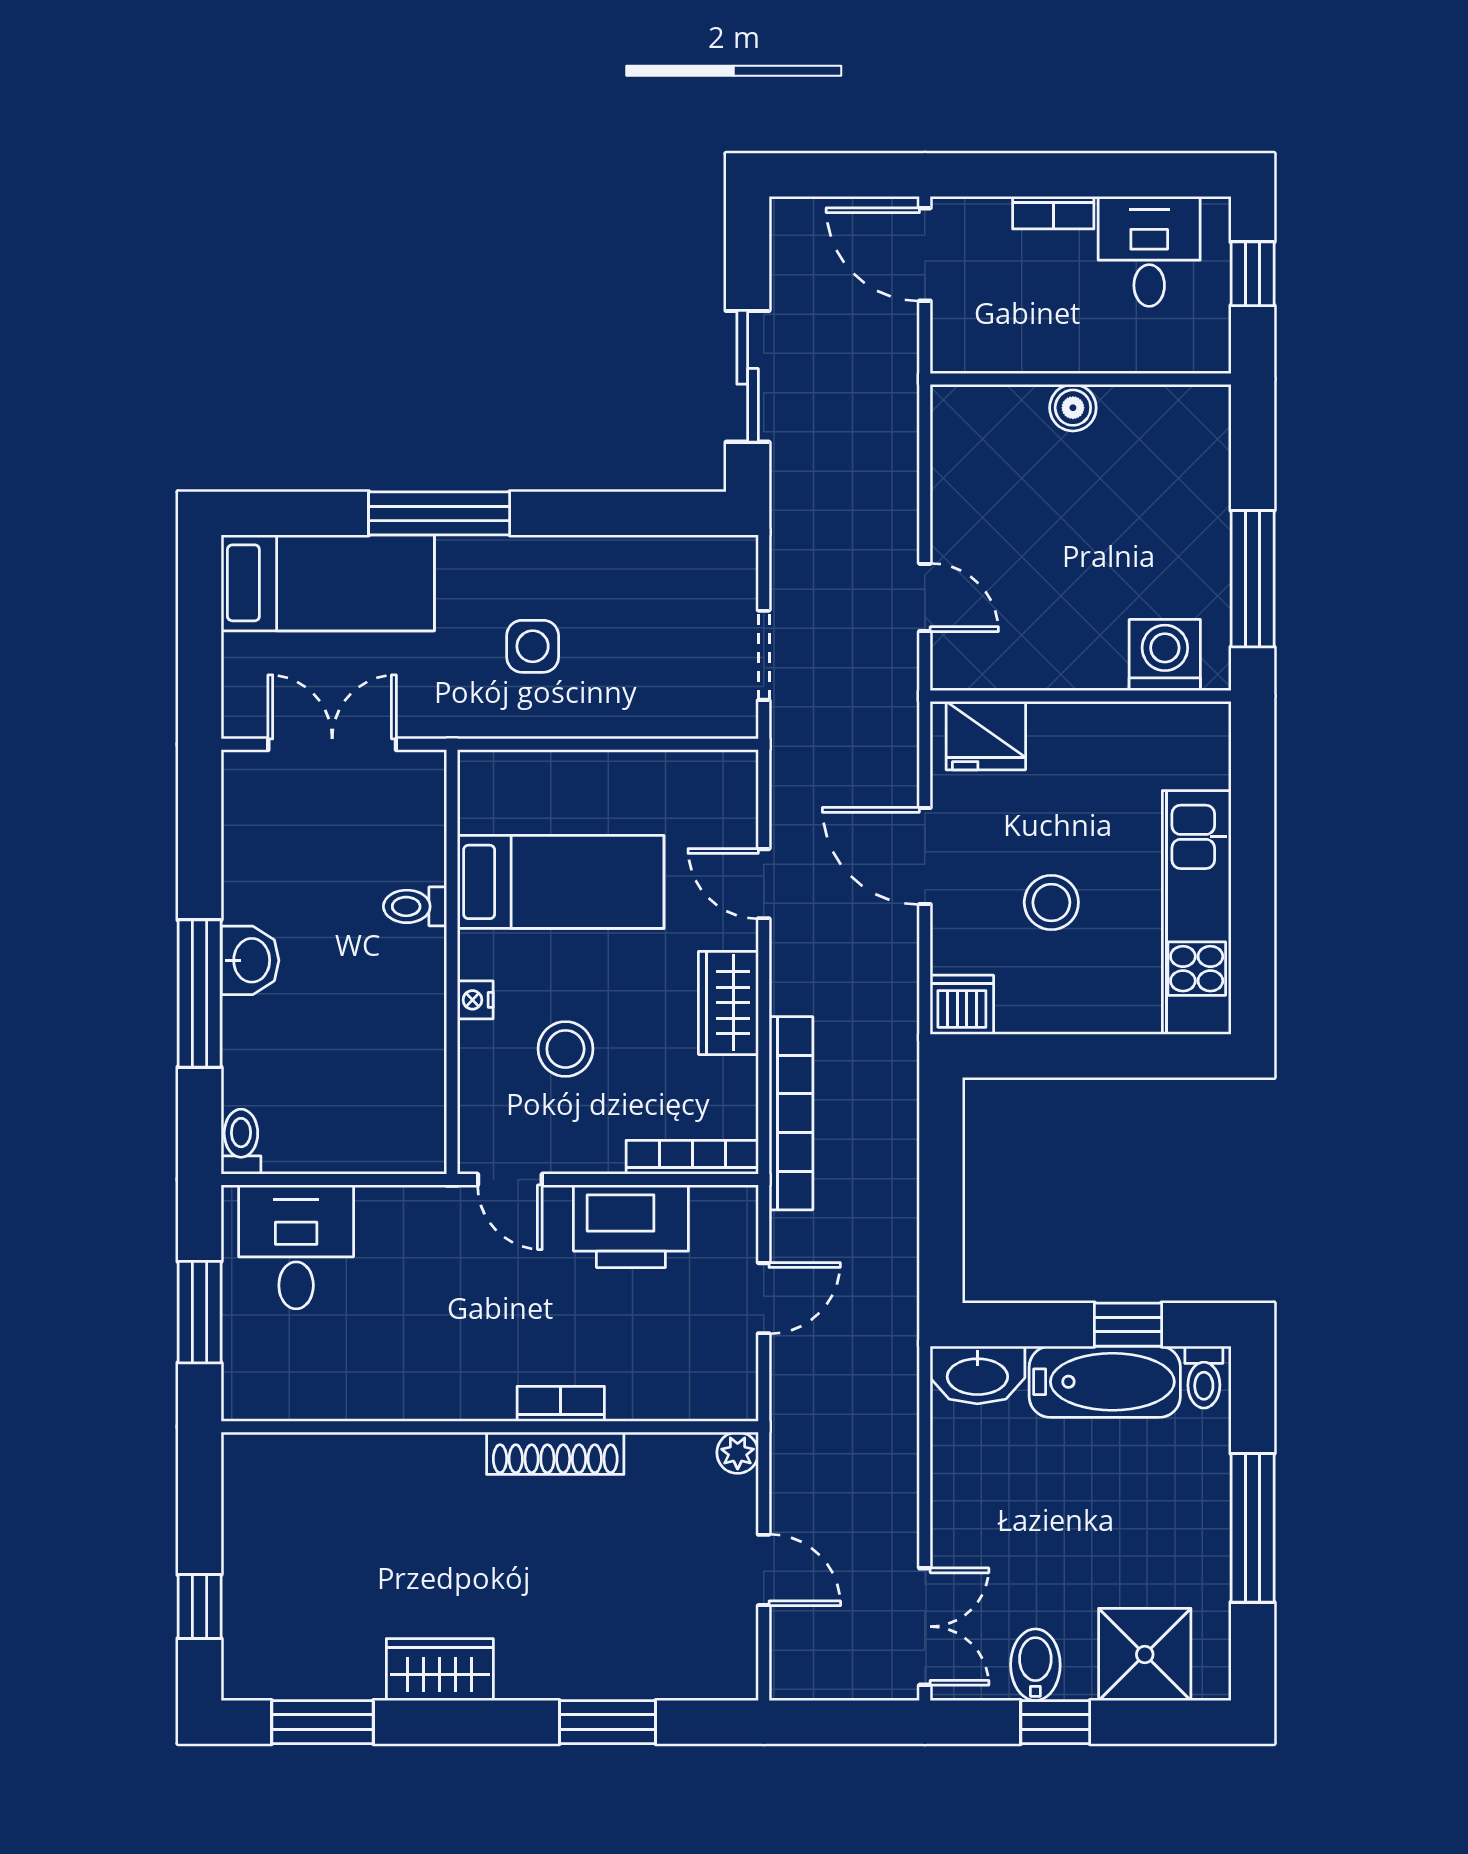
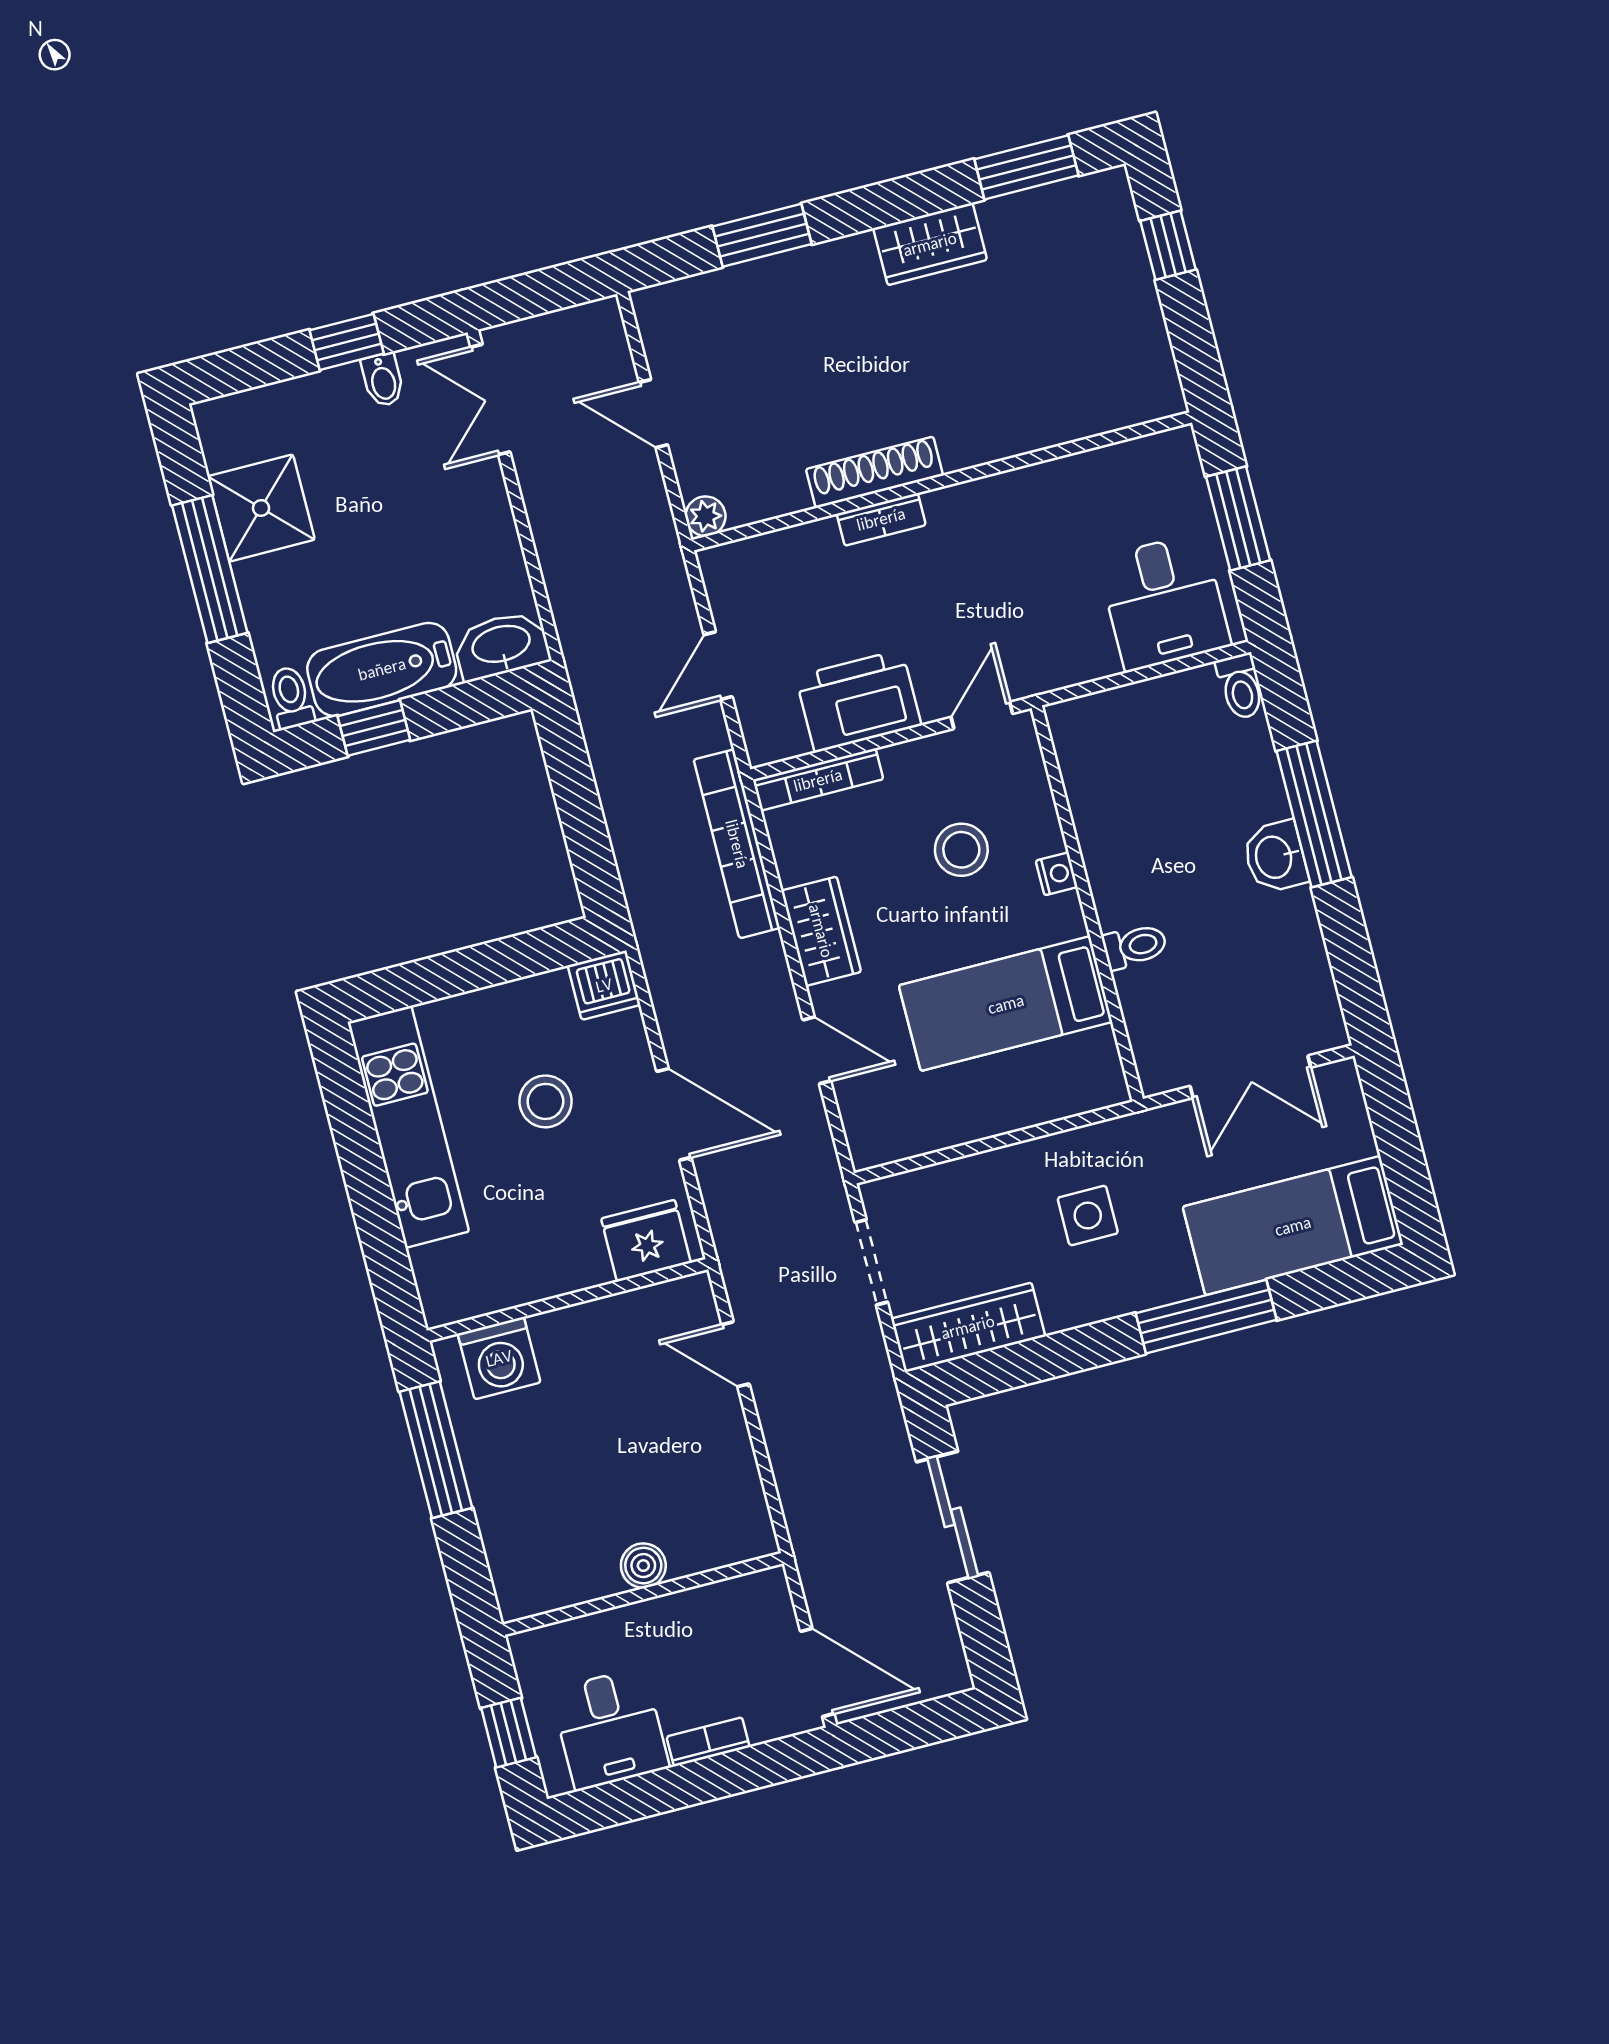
wardrobe: (683, 564) -> (968, 1327), added
door: (510, 1180) -> (982, 715), hinge flipped
shower: (1145, 1654) -> (261, 508), moved
bidet: (1035, 1665) -> (383, 380), width x0.72, depth x0.74

